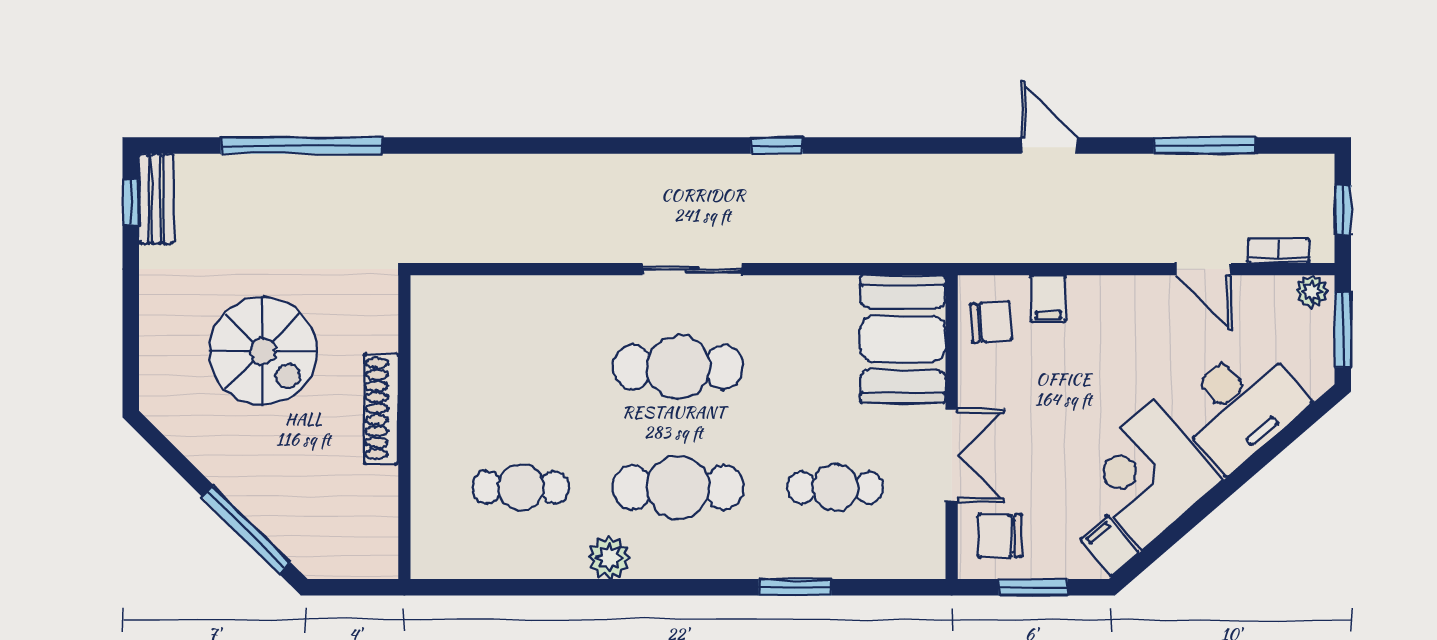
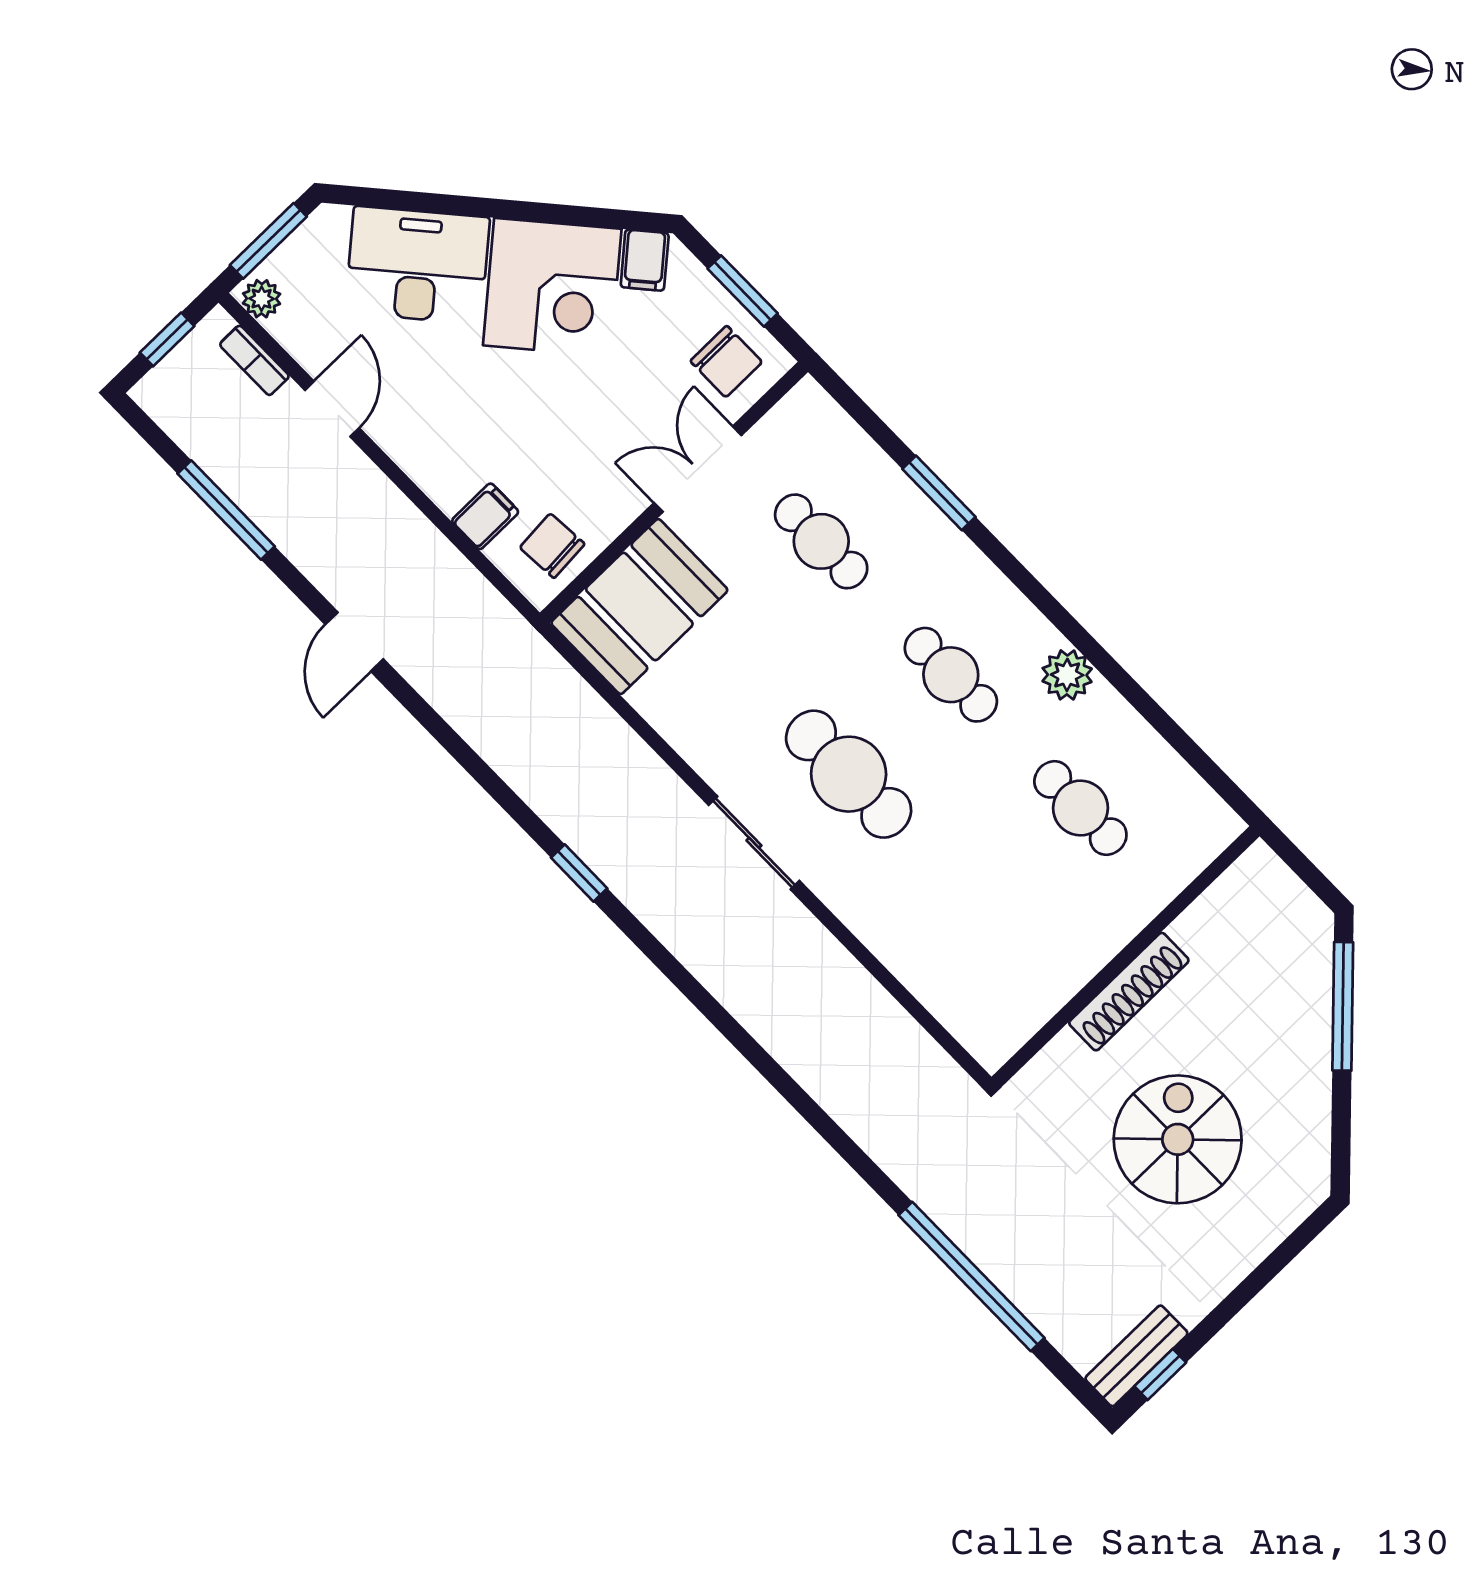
cafe table: (678, 487) -> (951, 675), width x0.73, depth x0.74

